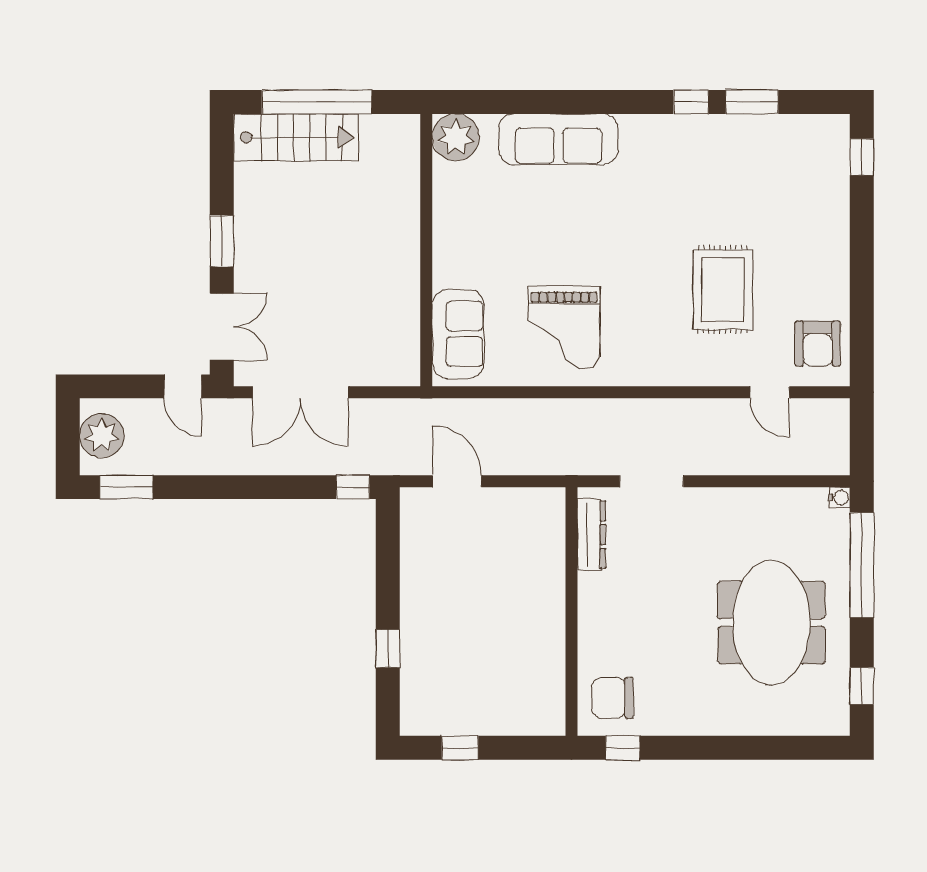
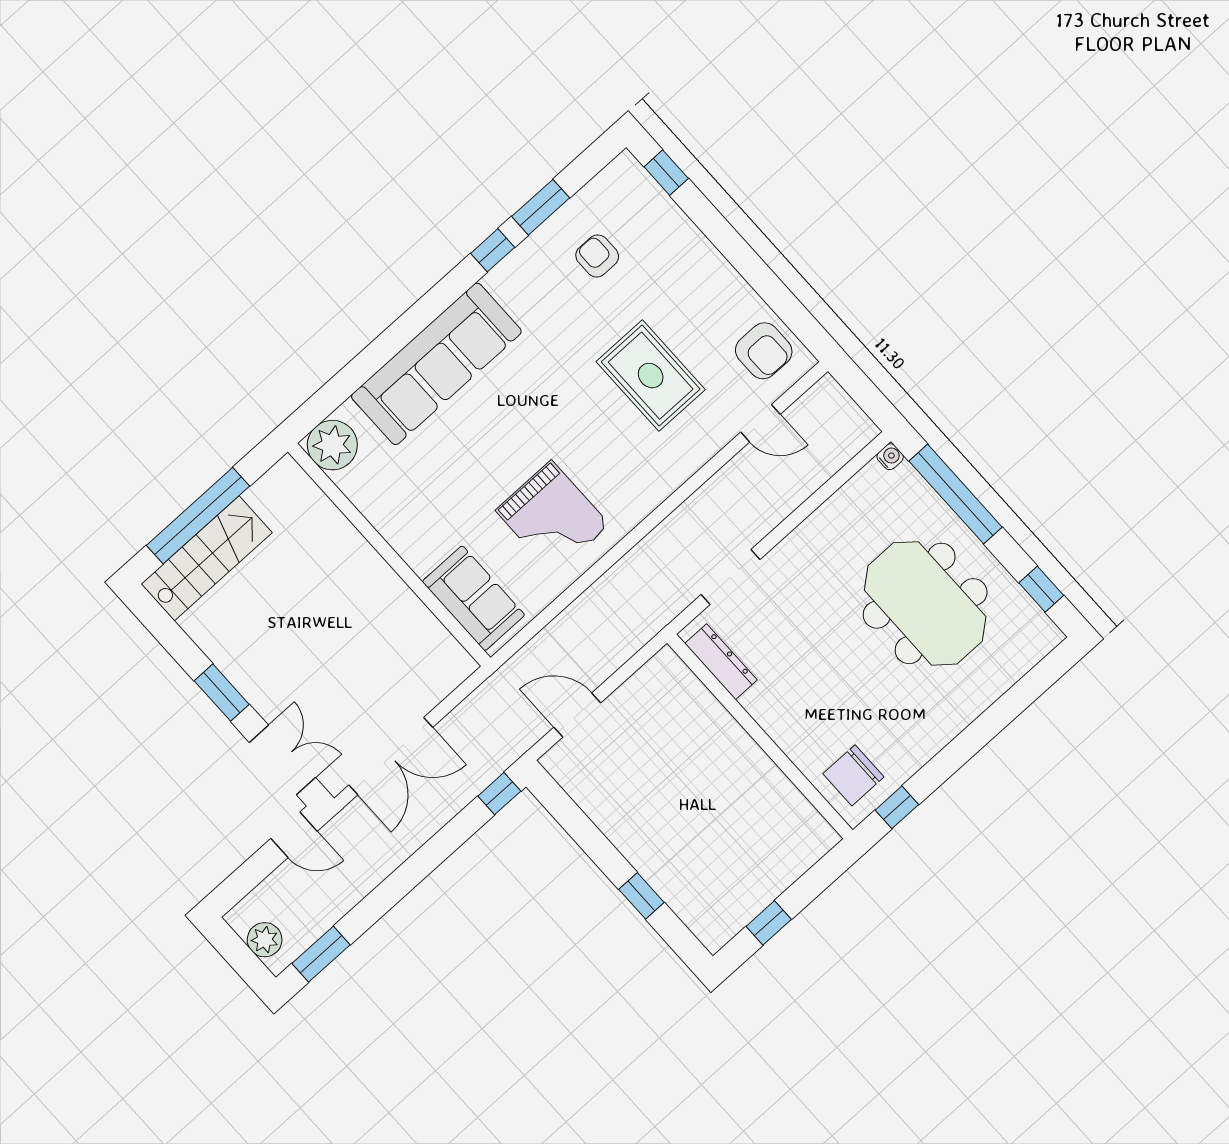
sofa: (558, 139) -> (436, 364), width x1.36, depth x1.27
armchair: (761, 172) -> (597, 256), added
plant: (102, 435) -> (265, 940), width x0.73, depth x0.73

